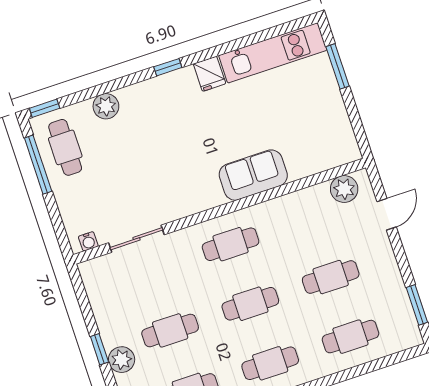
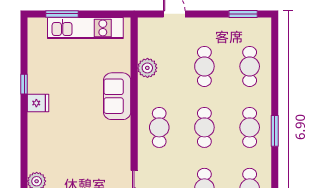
kitchen unit: (273, 53) -> (85, 28), moved, turned 90
window: (168, 67) -> (24, 84), moved
plant: (344, 189) -> (147, 68), moved

